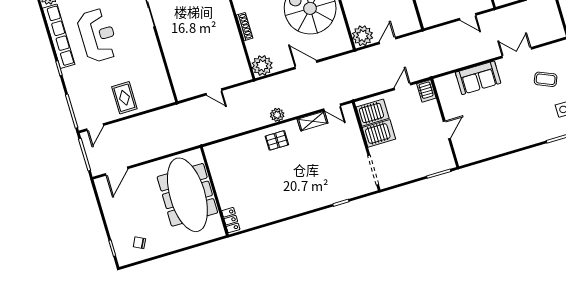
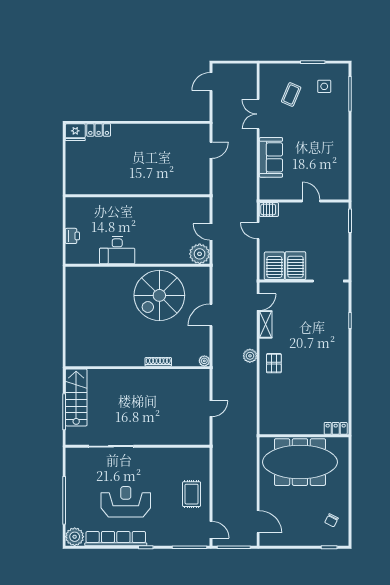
plant: (262, 65) -> (204, 361), width x0.53, depth x0.53
rug: (124, 98) -> (192, 494), turned 90

